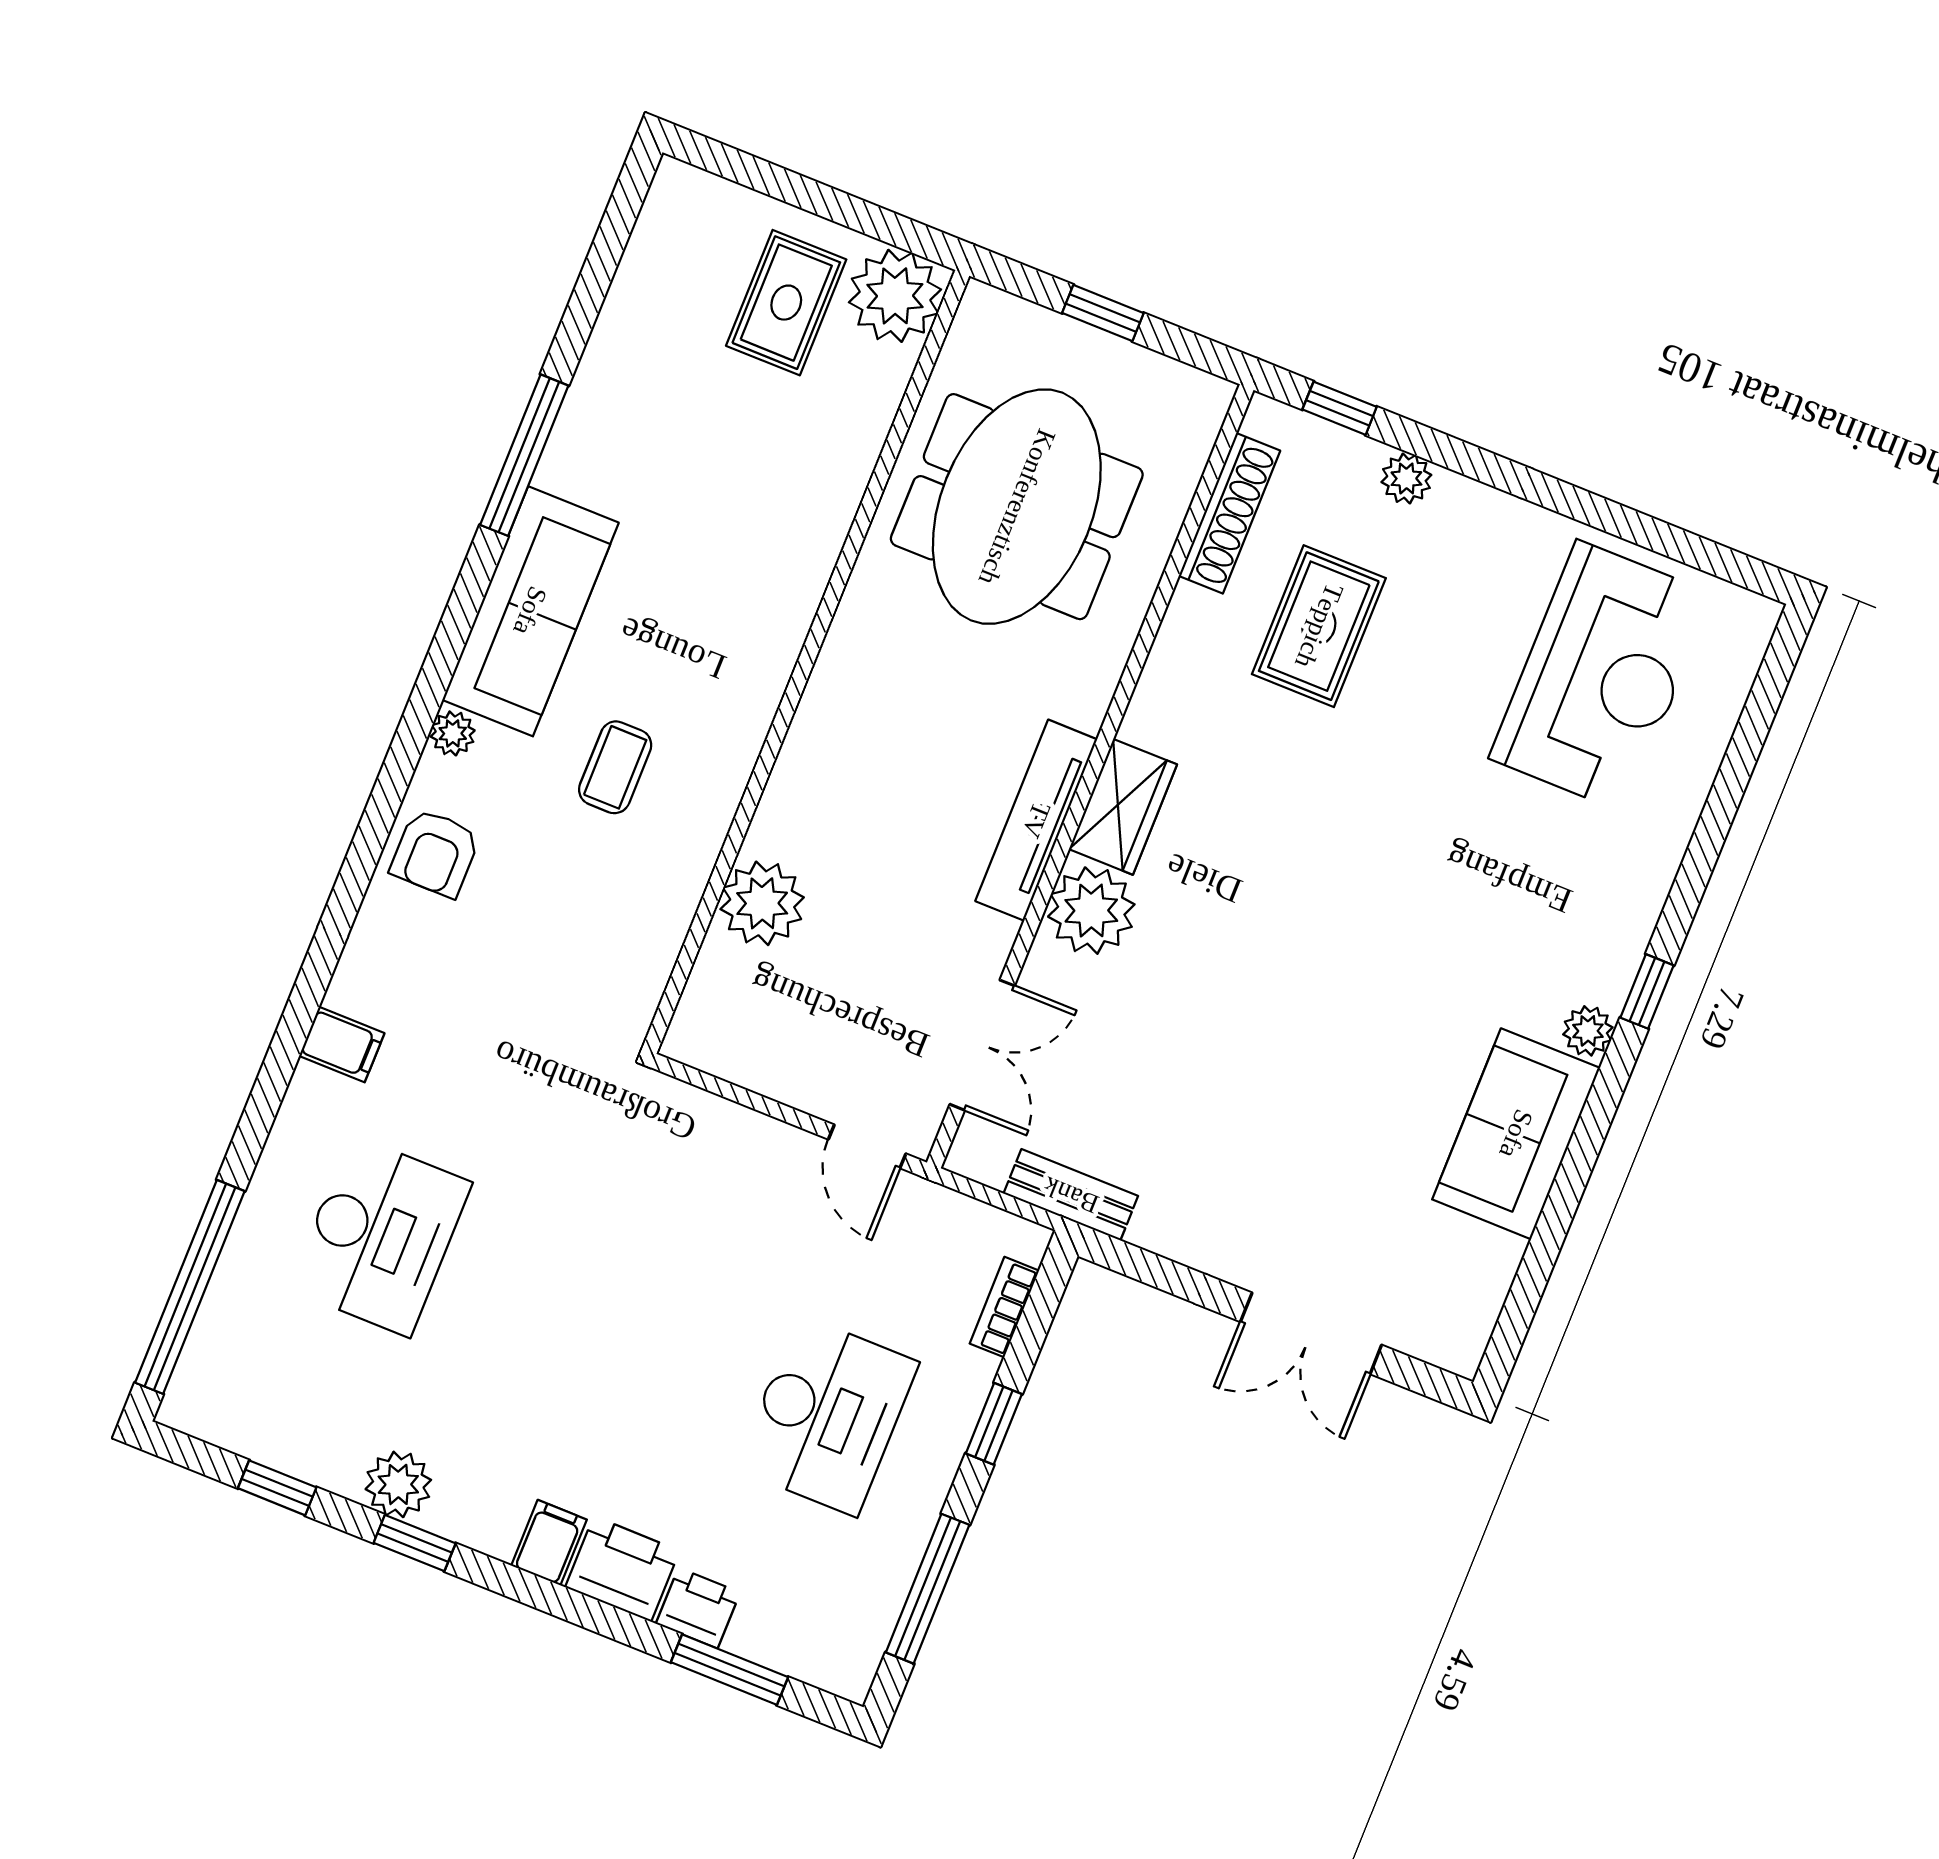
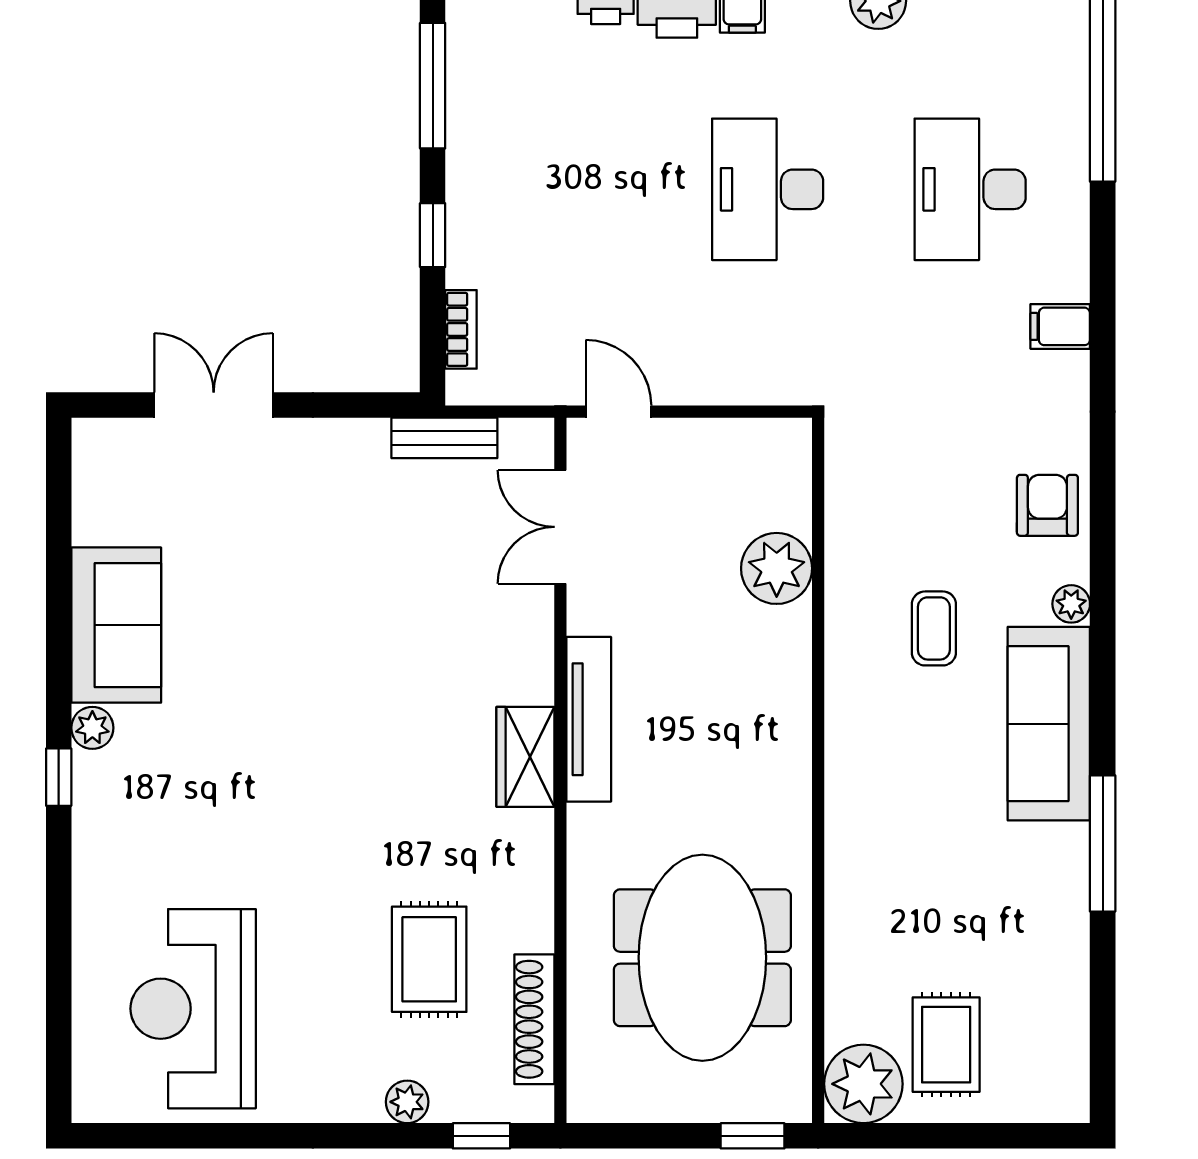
window: (1103, 313) -> (753, 1136), moved
plant: (1091, 911) -> (518, 666), removed
desk: (827, 1416) -> (768, 189), moved

